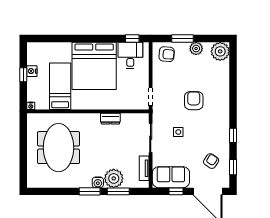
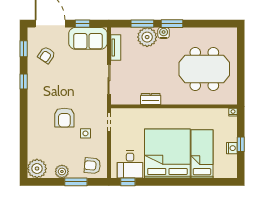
bed: (60, 86) -> (202, 154), moved, turned 180
side table: (178, 132) -> (85, 133), moved
meeting table: (59, 148) -> (204, 69), turned 90

